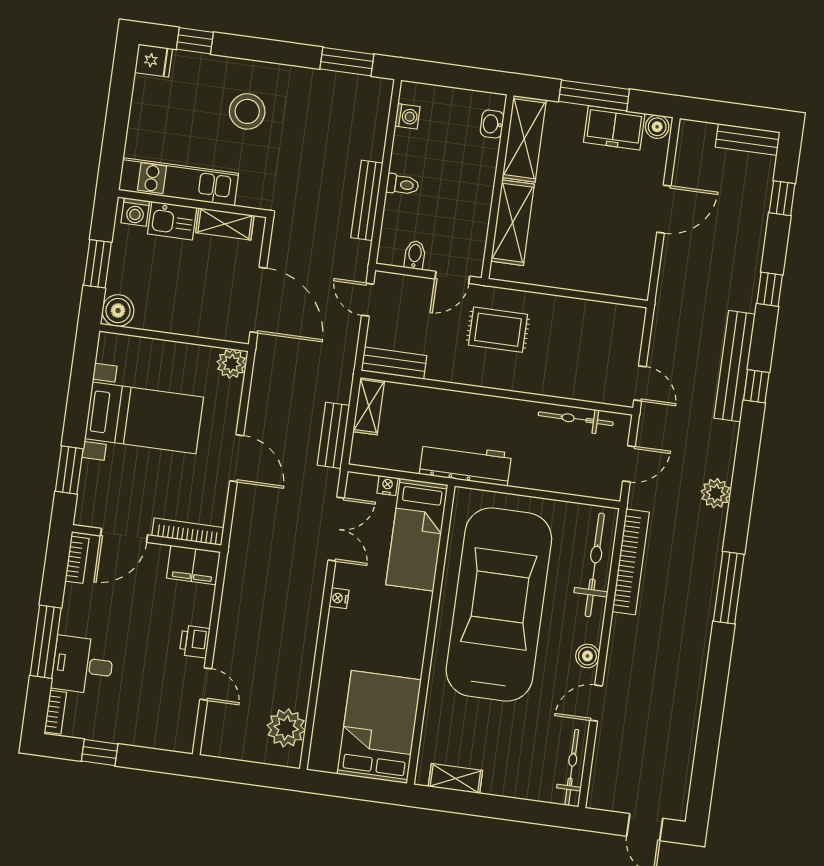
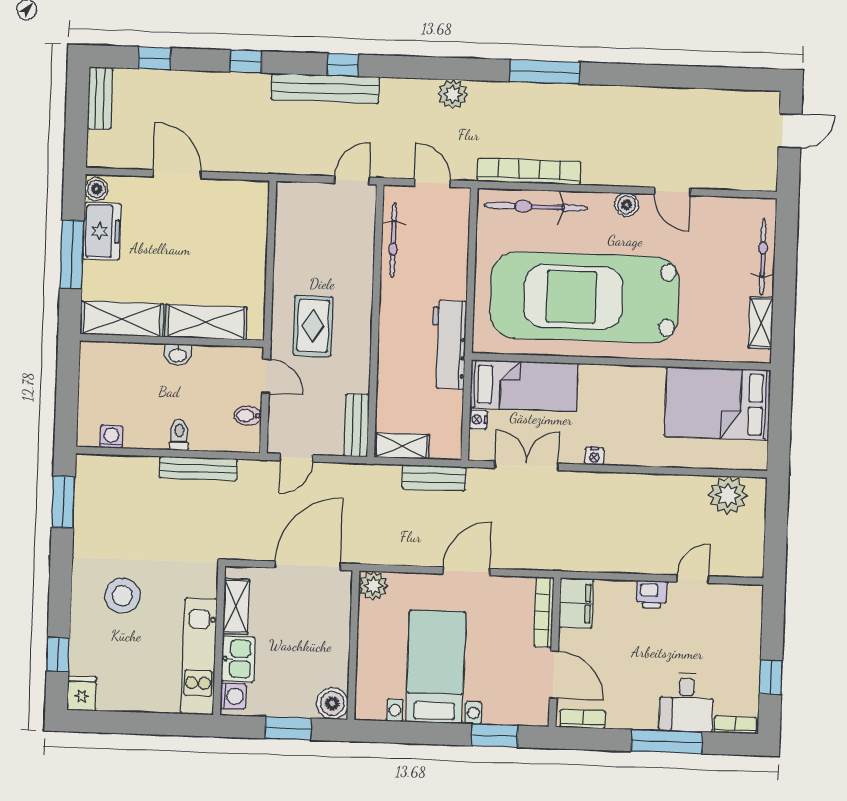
washbasin: (492, 124) -> (178, 355), moved
bicycle: (572, 768) -> (763, 257), moved, turned 90

